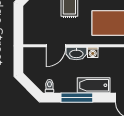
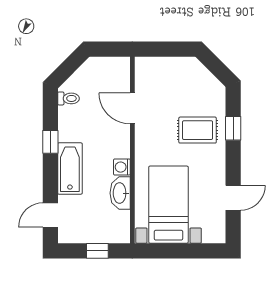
washbasin: (76, 54) -> (120, 193), moved
window: (77, 98) -> (50, 142), width x0.46

